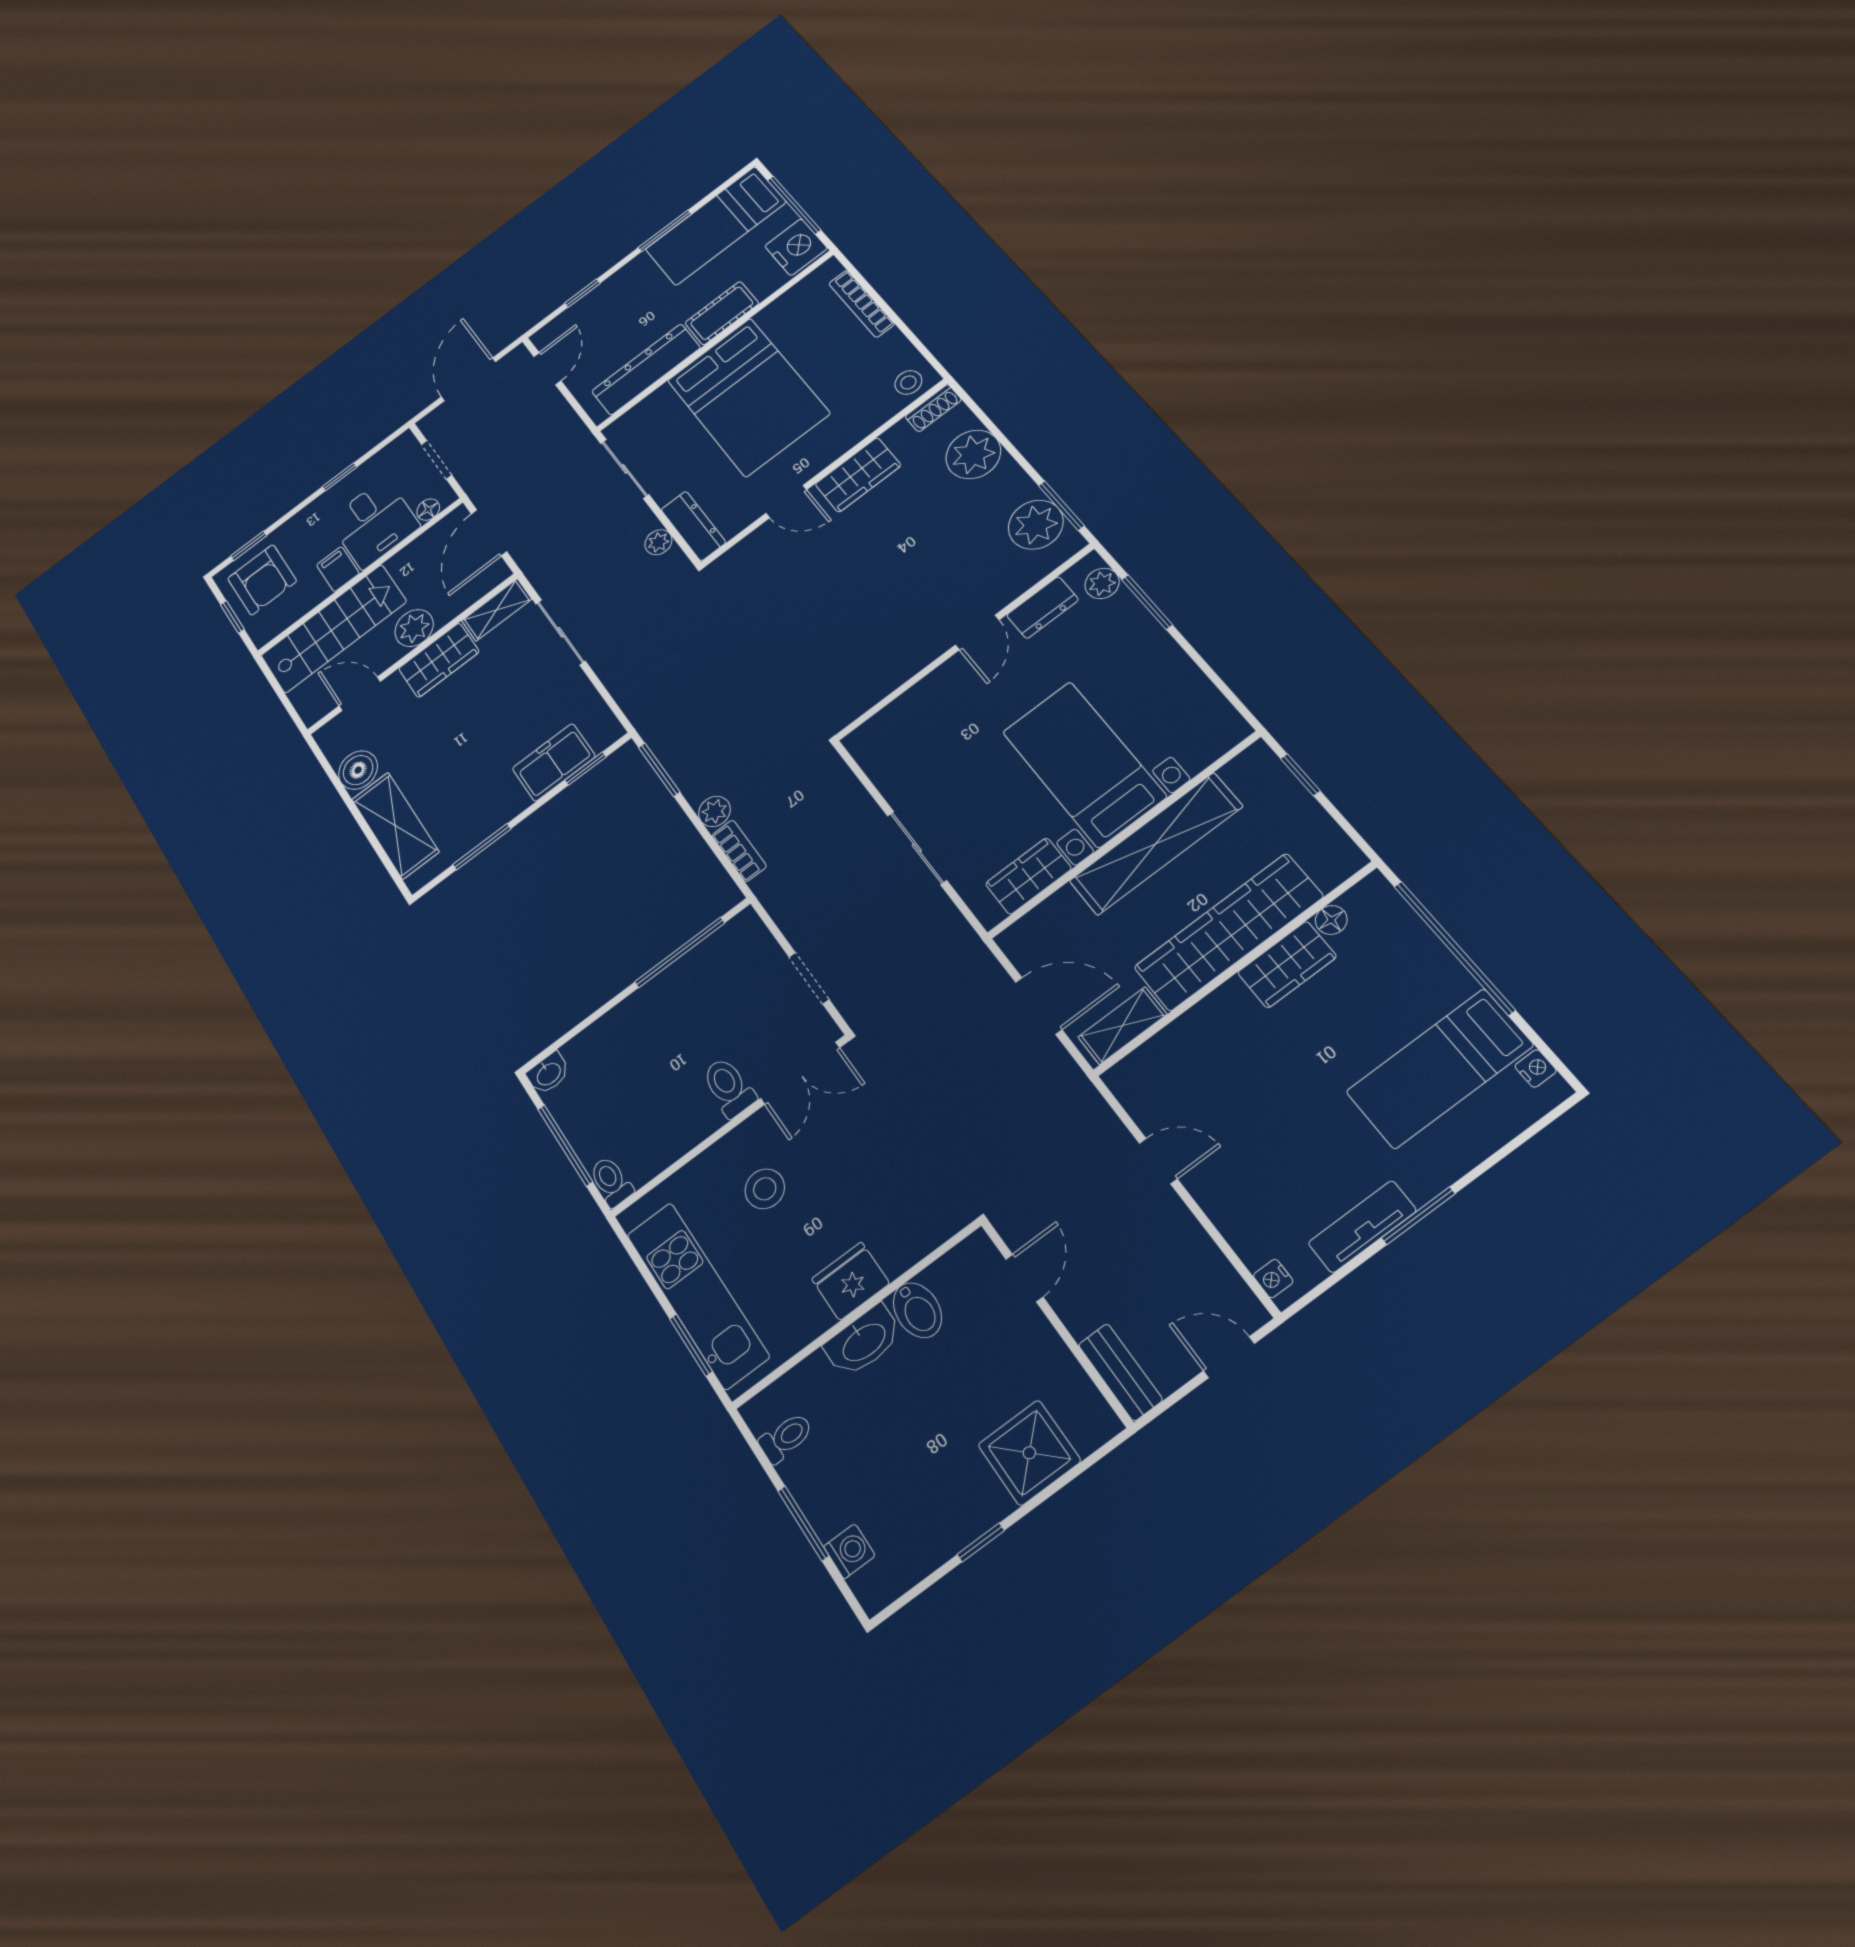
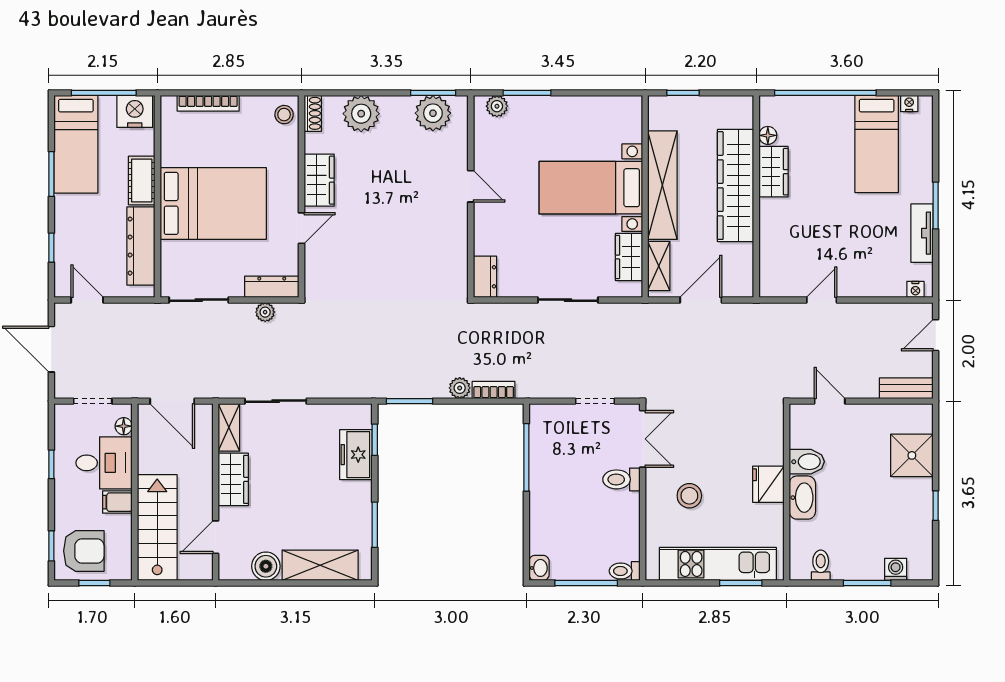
dresser: (1043, 608) -> (485, 277), moved
plant: (414, 628) -> (199, 481), removed
shelving: (1122, 1026) -> (659, 266), moved

